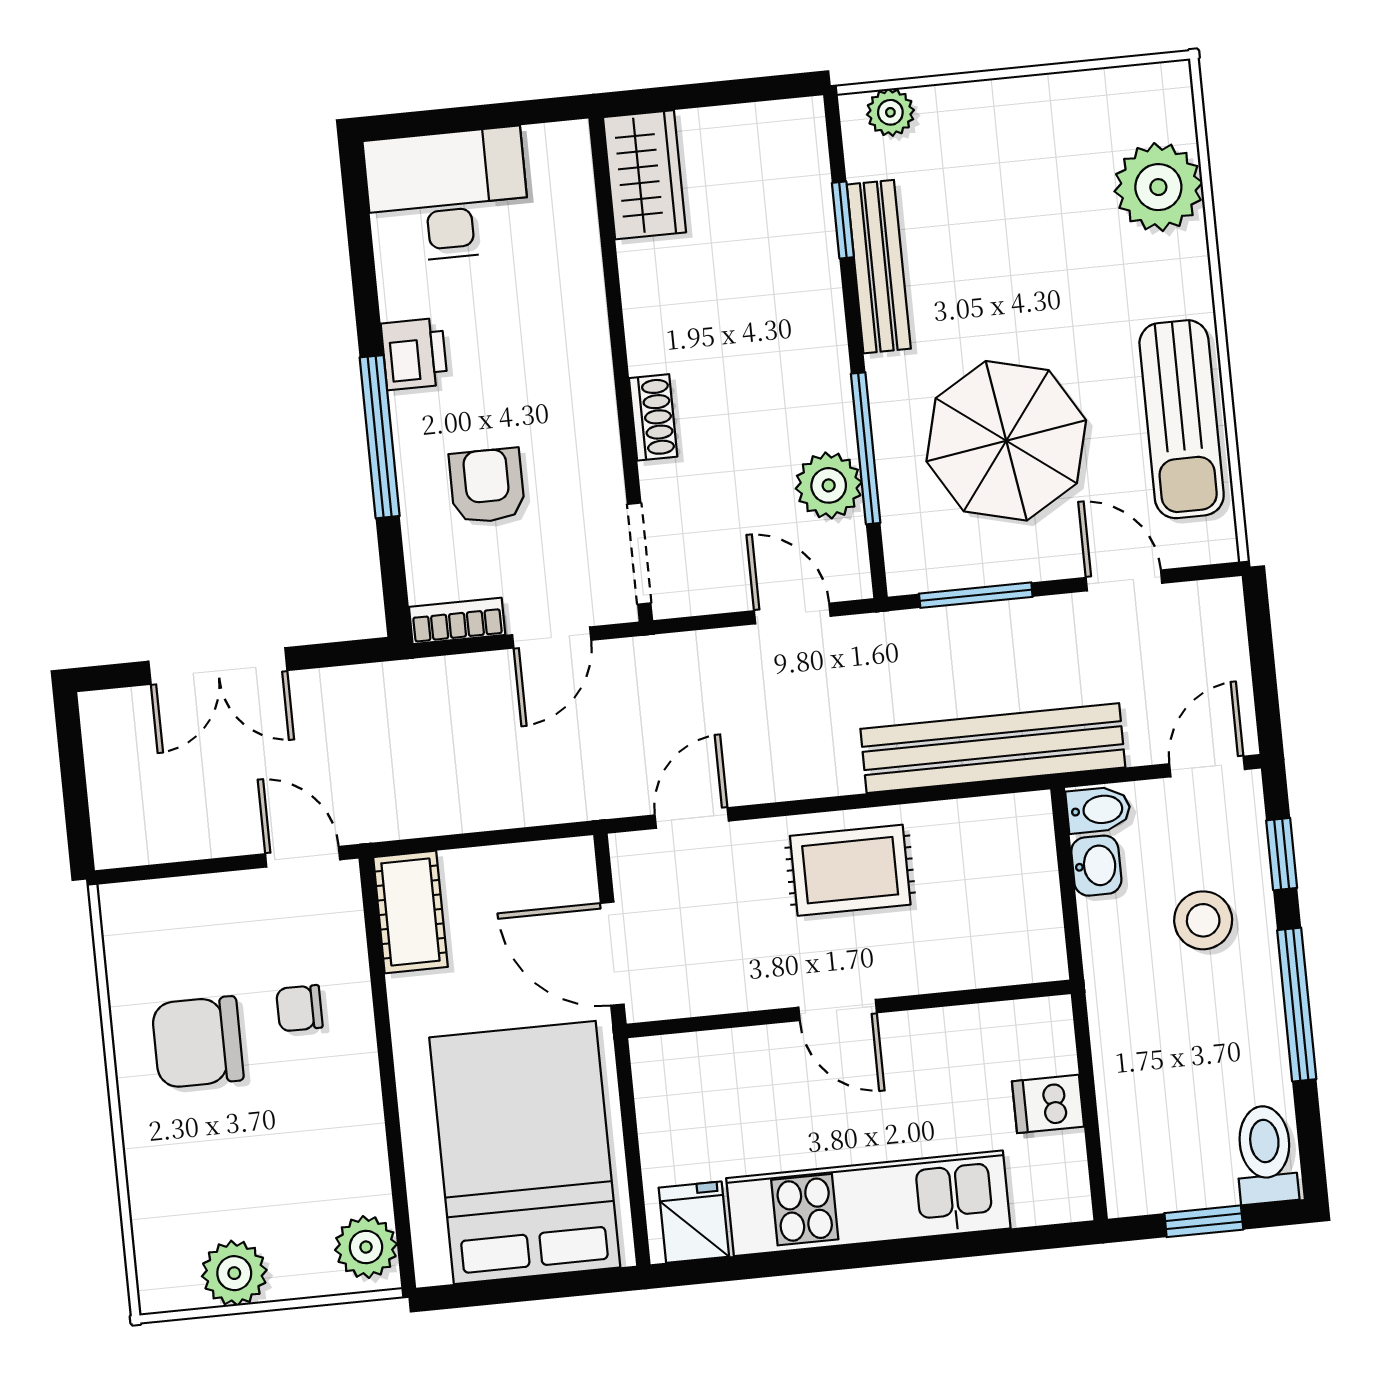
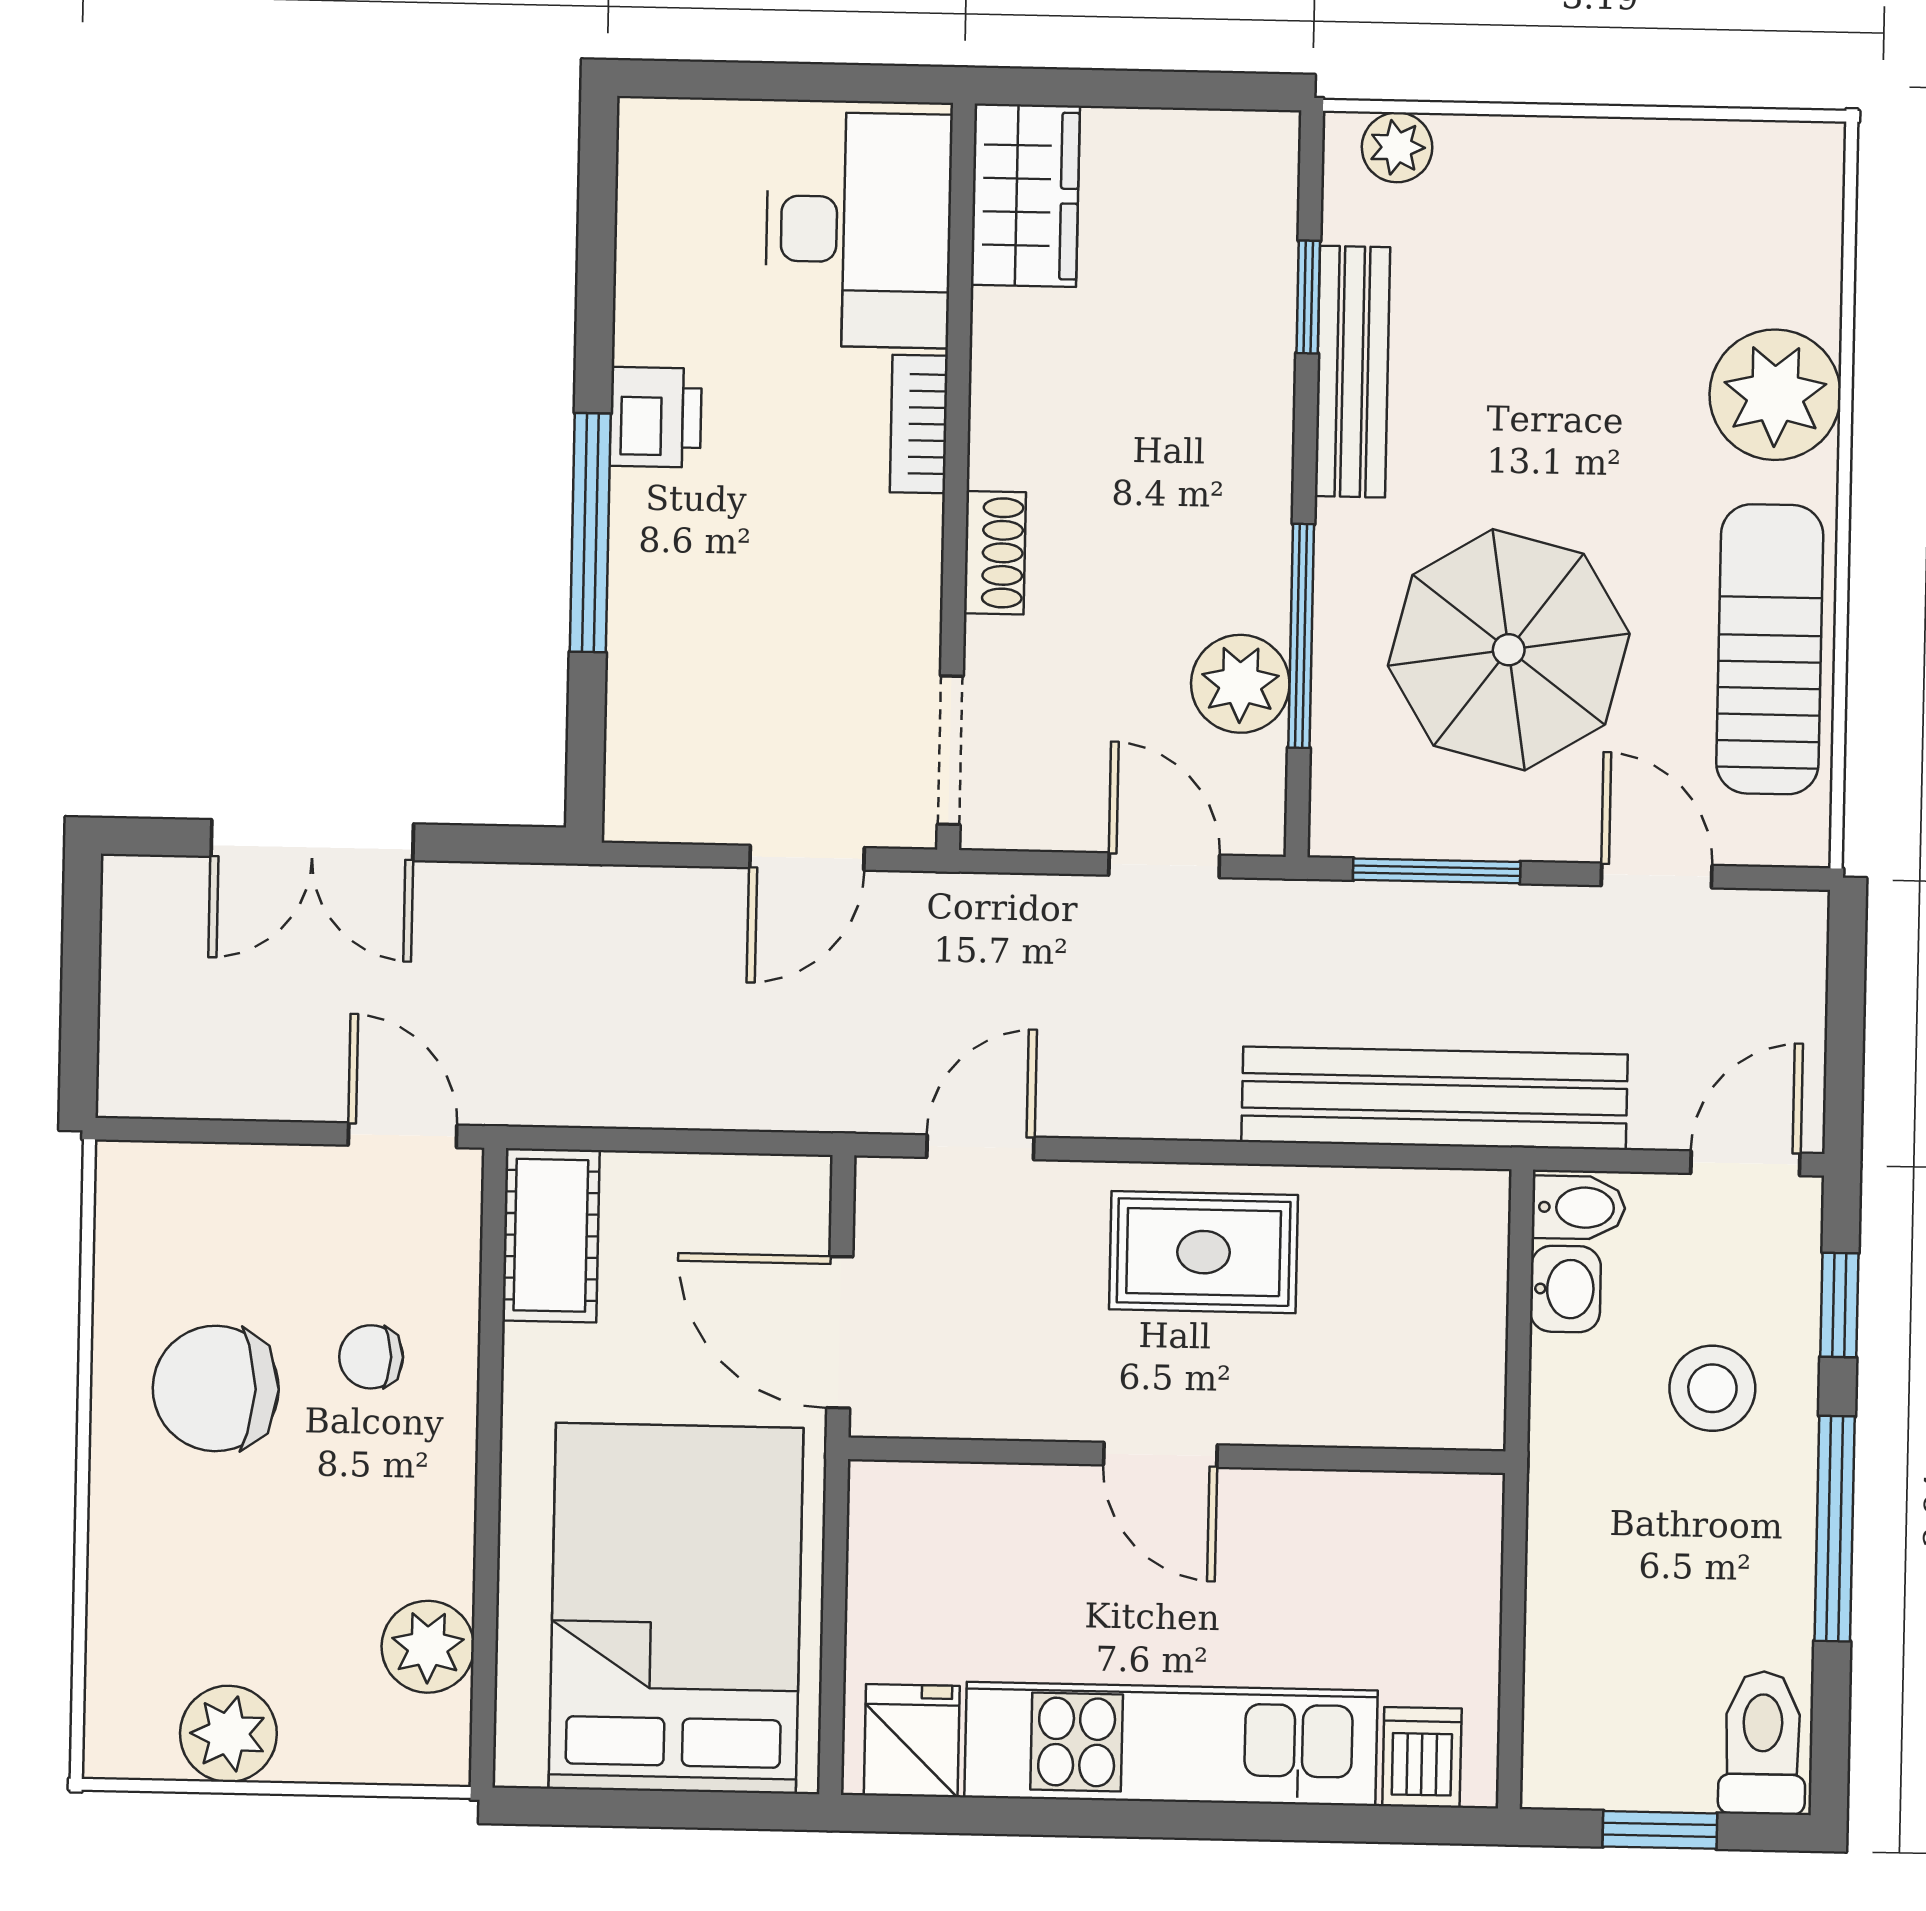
plant: (1158, 187) -> (1775, 395), moved
desk: (447, 195) -> (859, 230), moved, turned 90
sun lounger: (1182, 419) -> (1770, 649), turned 180
armchair: (487, 486) -> (739, 624), removed
bookcase: (457, 621) -> (919, 424), moved, turned -90
dishwasher: (1048, 1104) -> (1422, 1757), moved, turned 90
plant: (366, 1247) -> (428, 1647), moved

